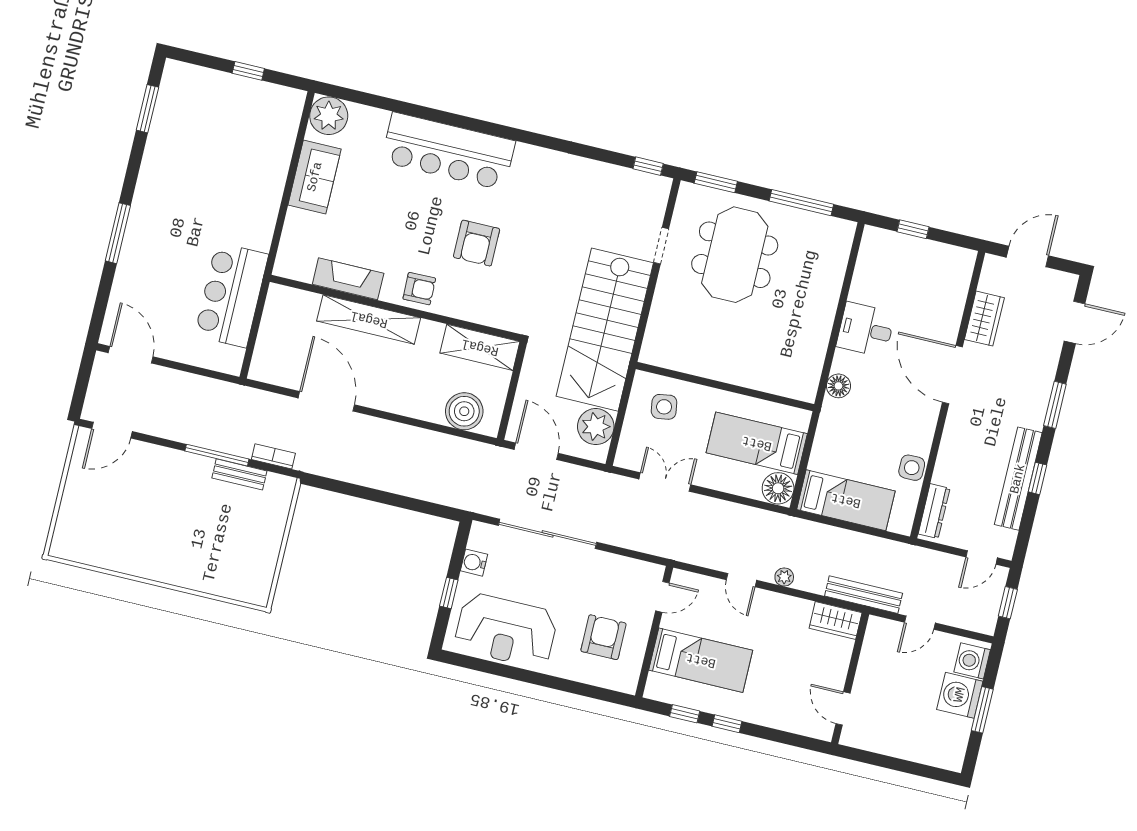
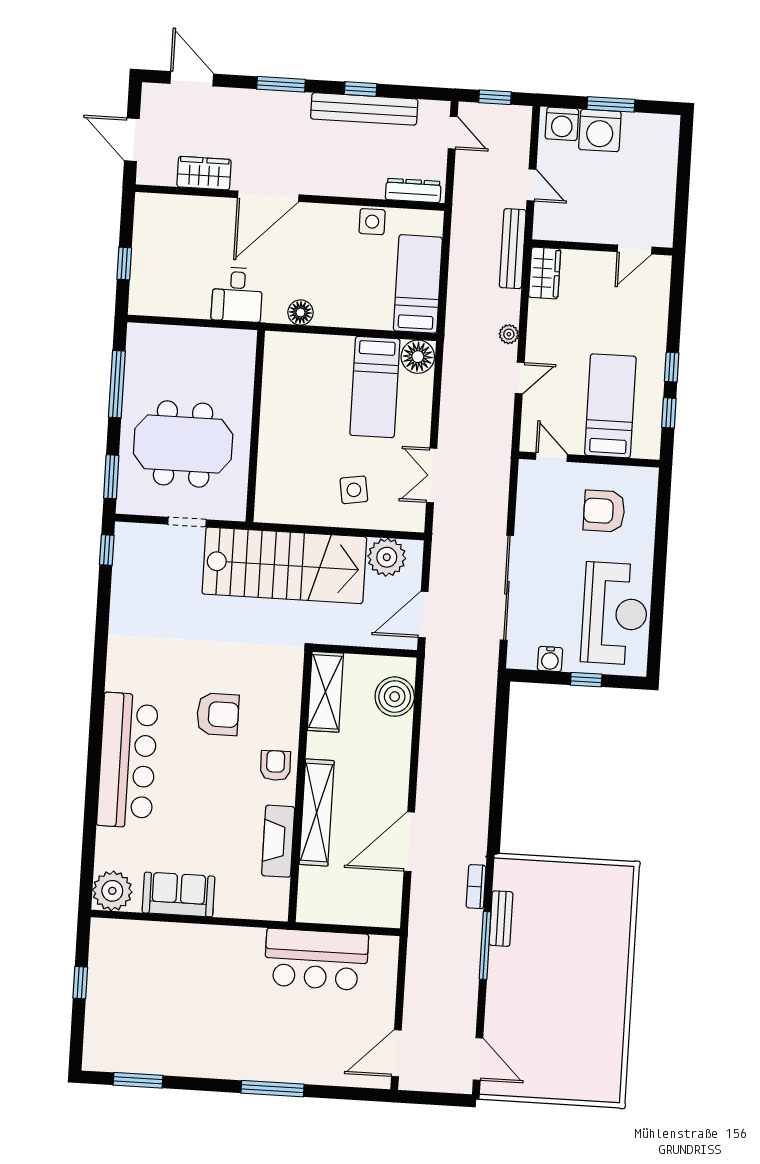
wall: (725, 387) -> (255, 426), moved

